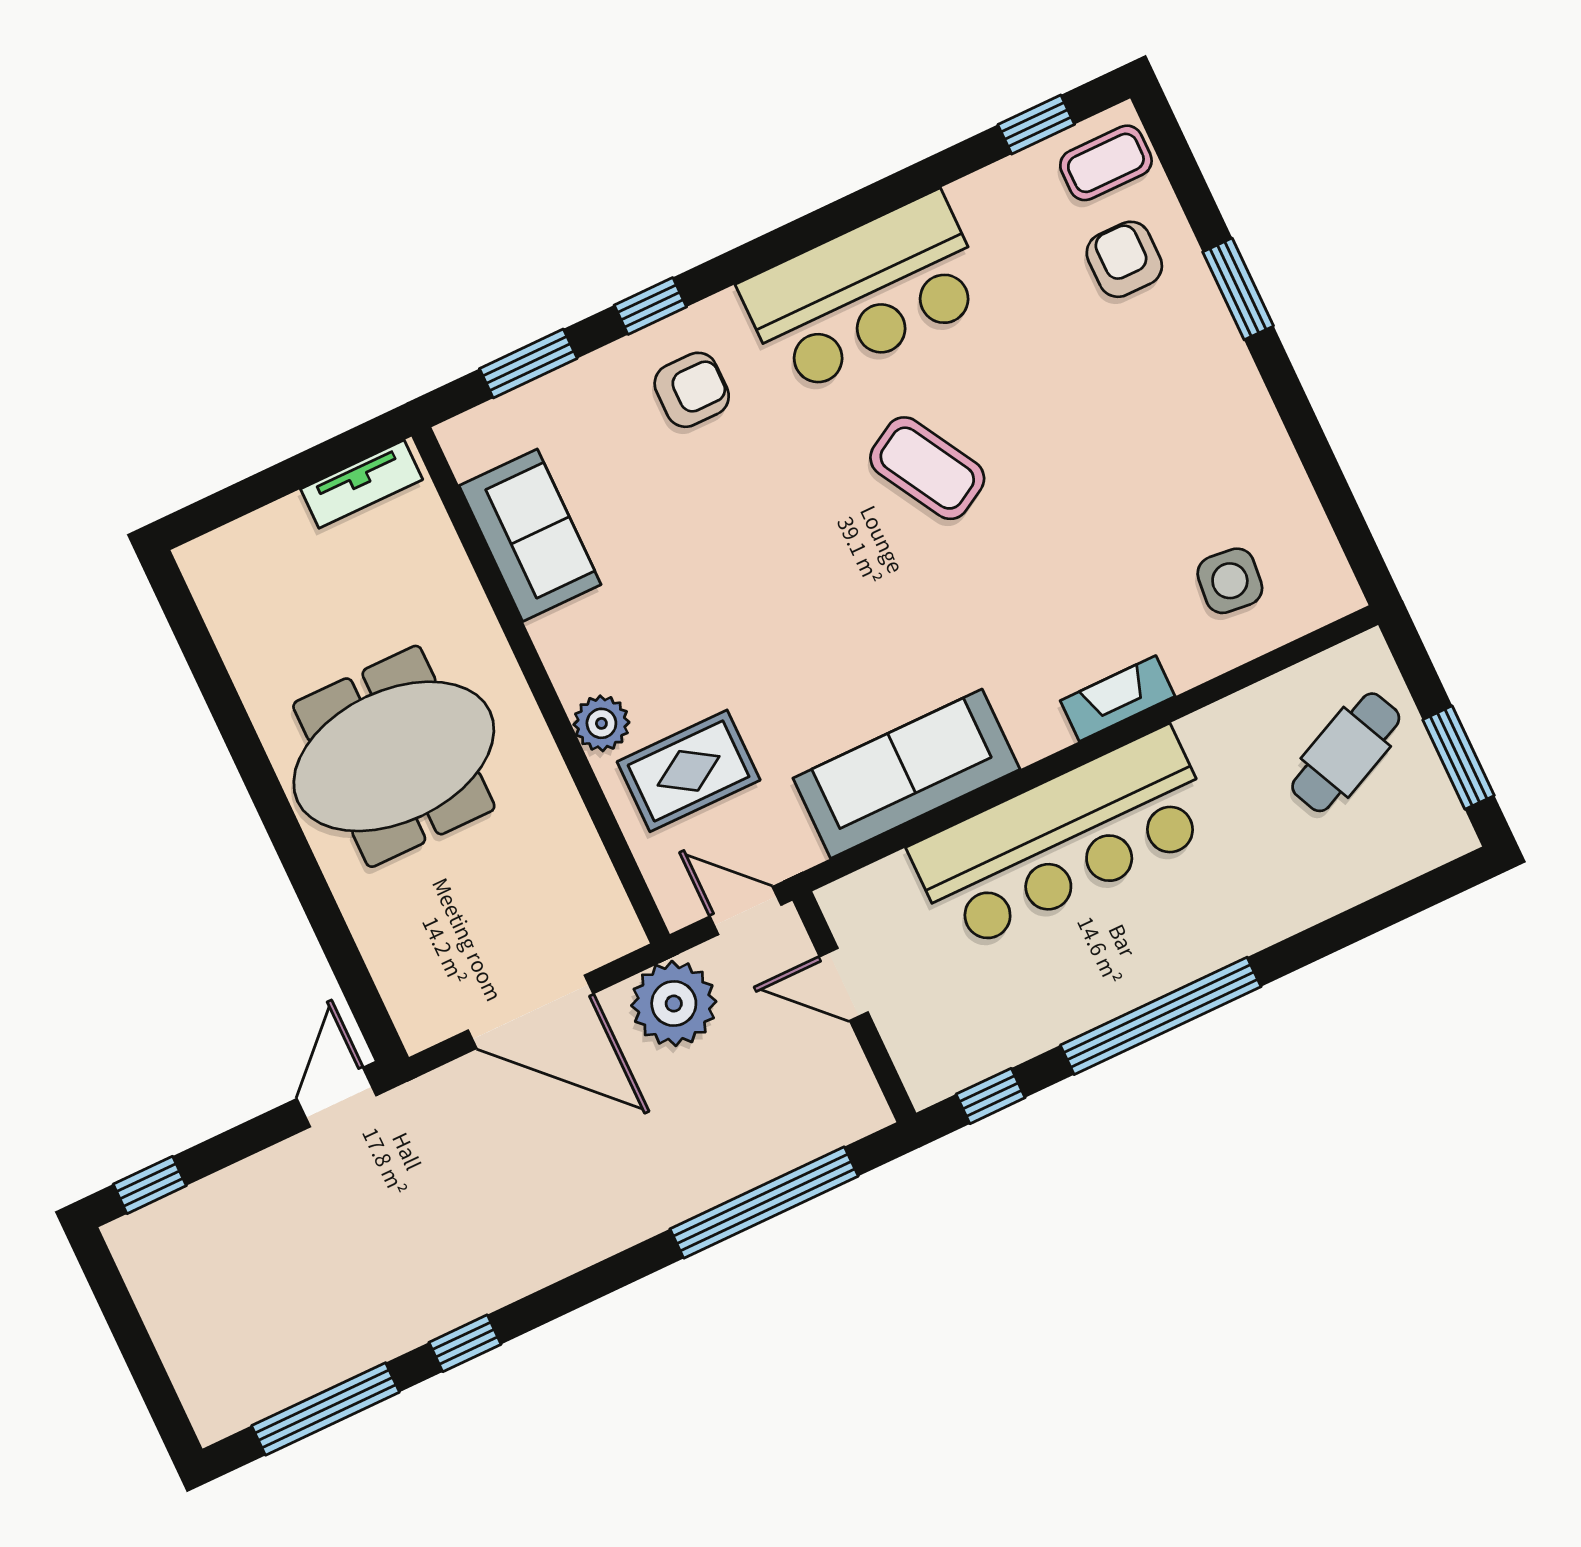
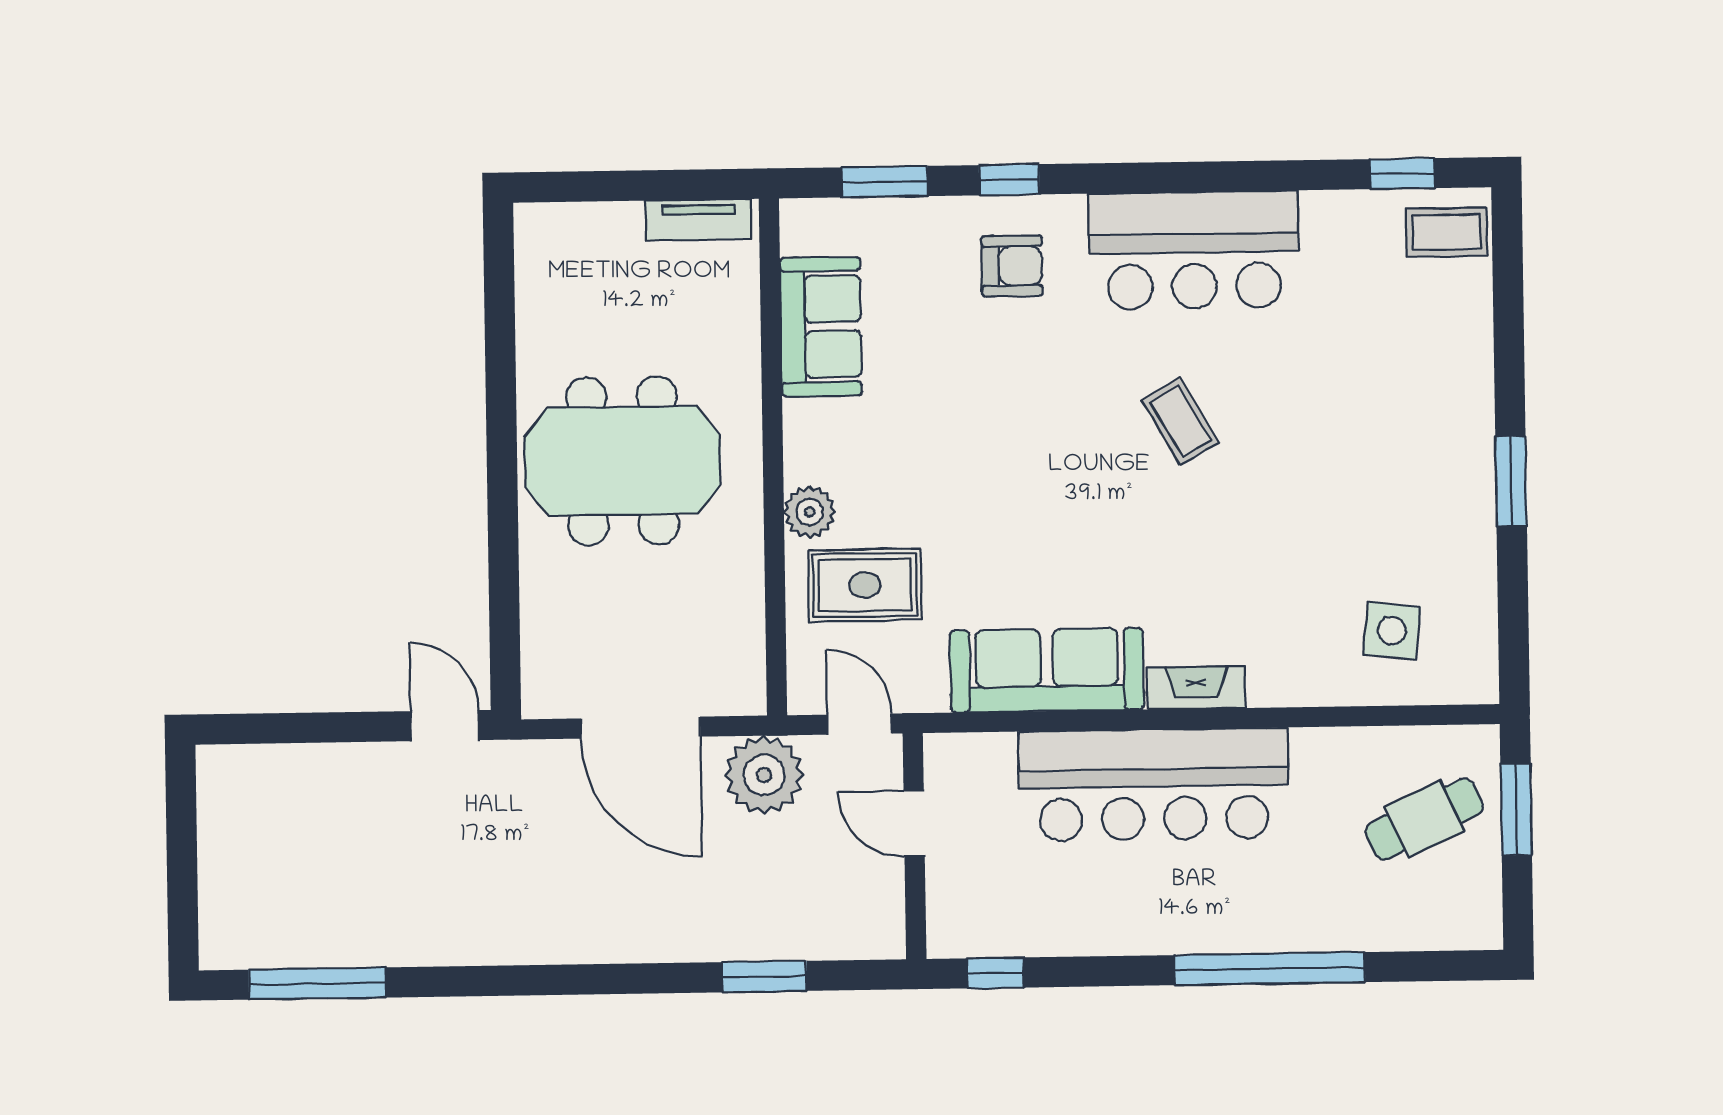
armchair: (1124, 259) -> (1425, 320), removed
window: (1238, 289) -> (1511, 481), moved
coffee table: (927, 468) -> (1180, 421), width x0.73, depth x0.77
fireplace: (1118, 698) -> (1197, 688), moved
window: (1459, 758) -> (1516, 809), moved
window: (1161, 1016) -> (1270, 969), moved
door: (337, 1097) -> (445, 726), hinge flipped
window: (150, 1185) -> (255, 729), removed
window: (764, 1203) -> (764, 977), width x0.47
window: (465, 1343) -> (460, 981), removed

